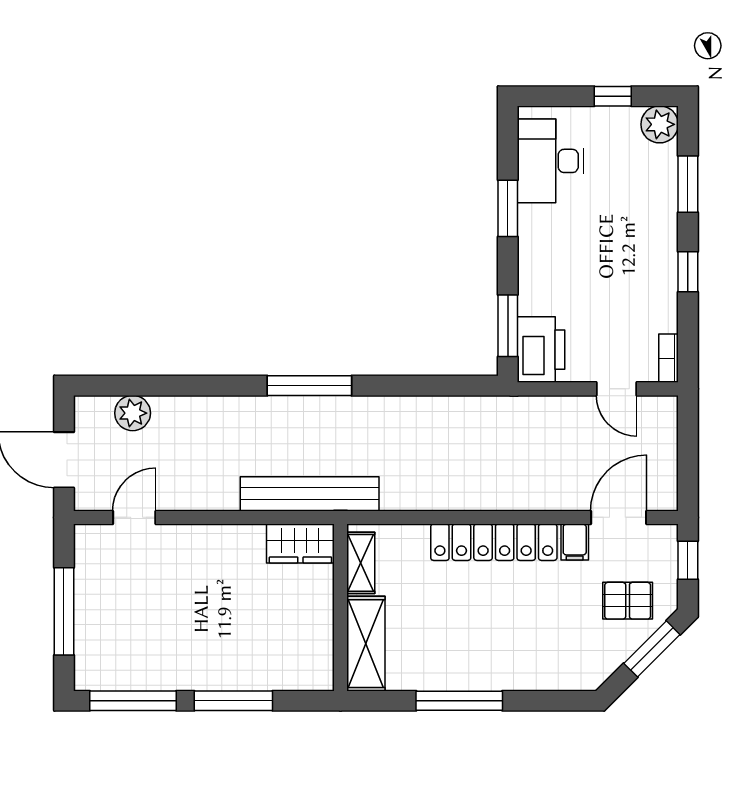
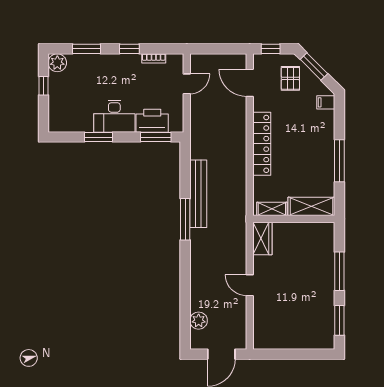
desk: (550, 161) -> (114, 116), moved
printer: (541, 350) -> (152, 121), moved
bookcase: (669, 358) -> (154, 58), moved
window: (309, 386) -> (185, 219), moved
bench: (310, 494) -> (198, 194), moved
door: (134, 517) -> (250, 285), moved
filing cabinet: (575, 542) -> (326, 102), moved, turned 180
window: (64, 611) -> (296, 354), removed
window: (133, 701) -> (339, 320), width x0.69

